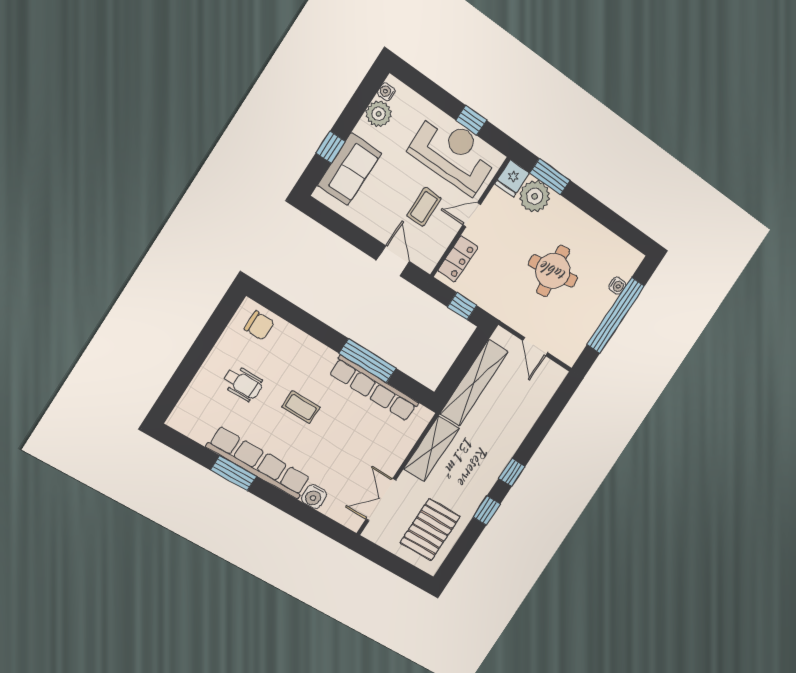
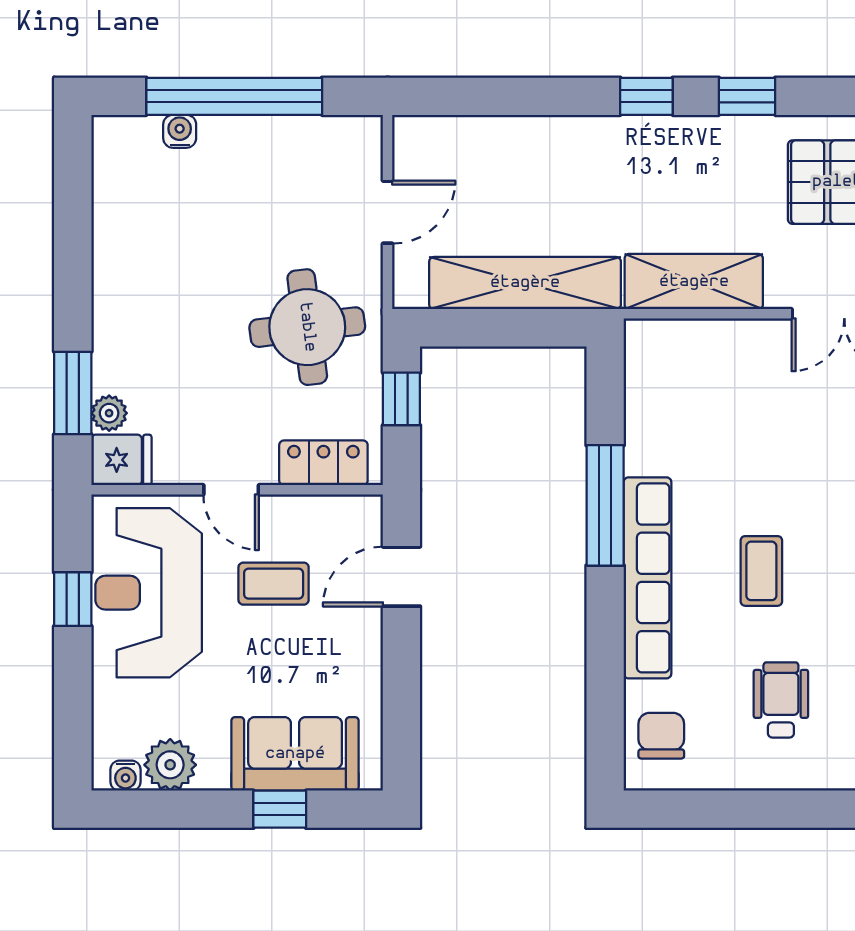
plant: (535, 196) -> (109, 413), width x0.53, depth x0.53
round table: (553, 271) -> (307, 327), moved
row of seats: (374, 388) -> (647, 578), moved

